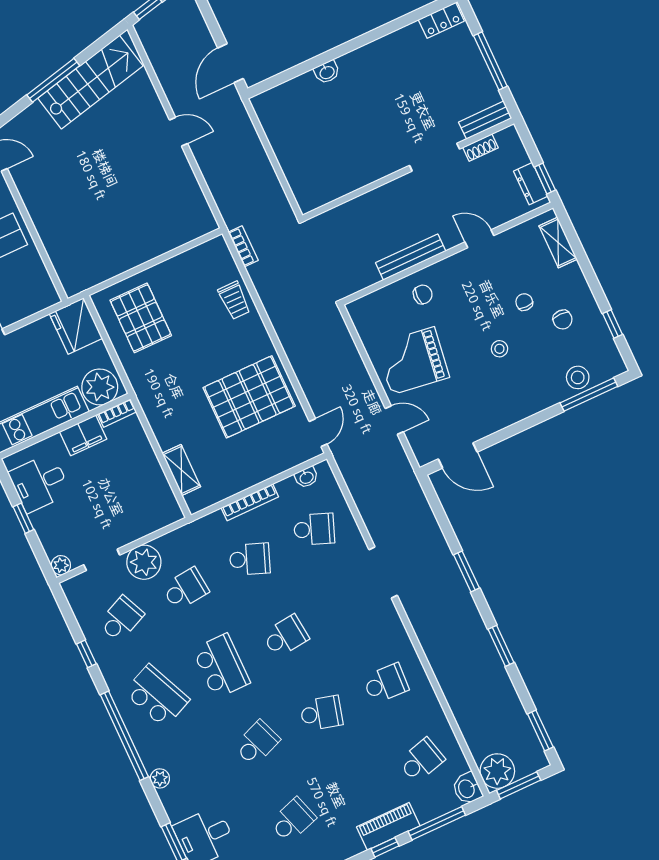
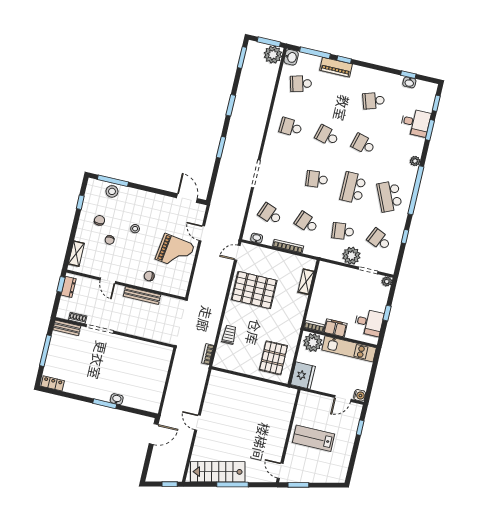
window: (339, 51) -> (105, 404), added
school desk: (121, 619) -> (379, 240), turned 48
school desk: (257, 743) -> (363, 144), turned 36

